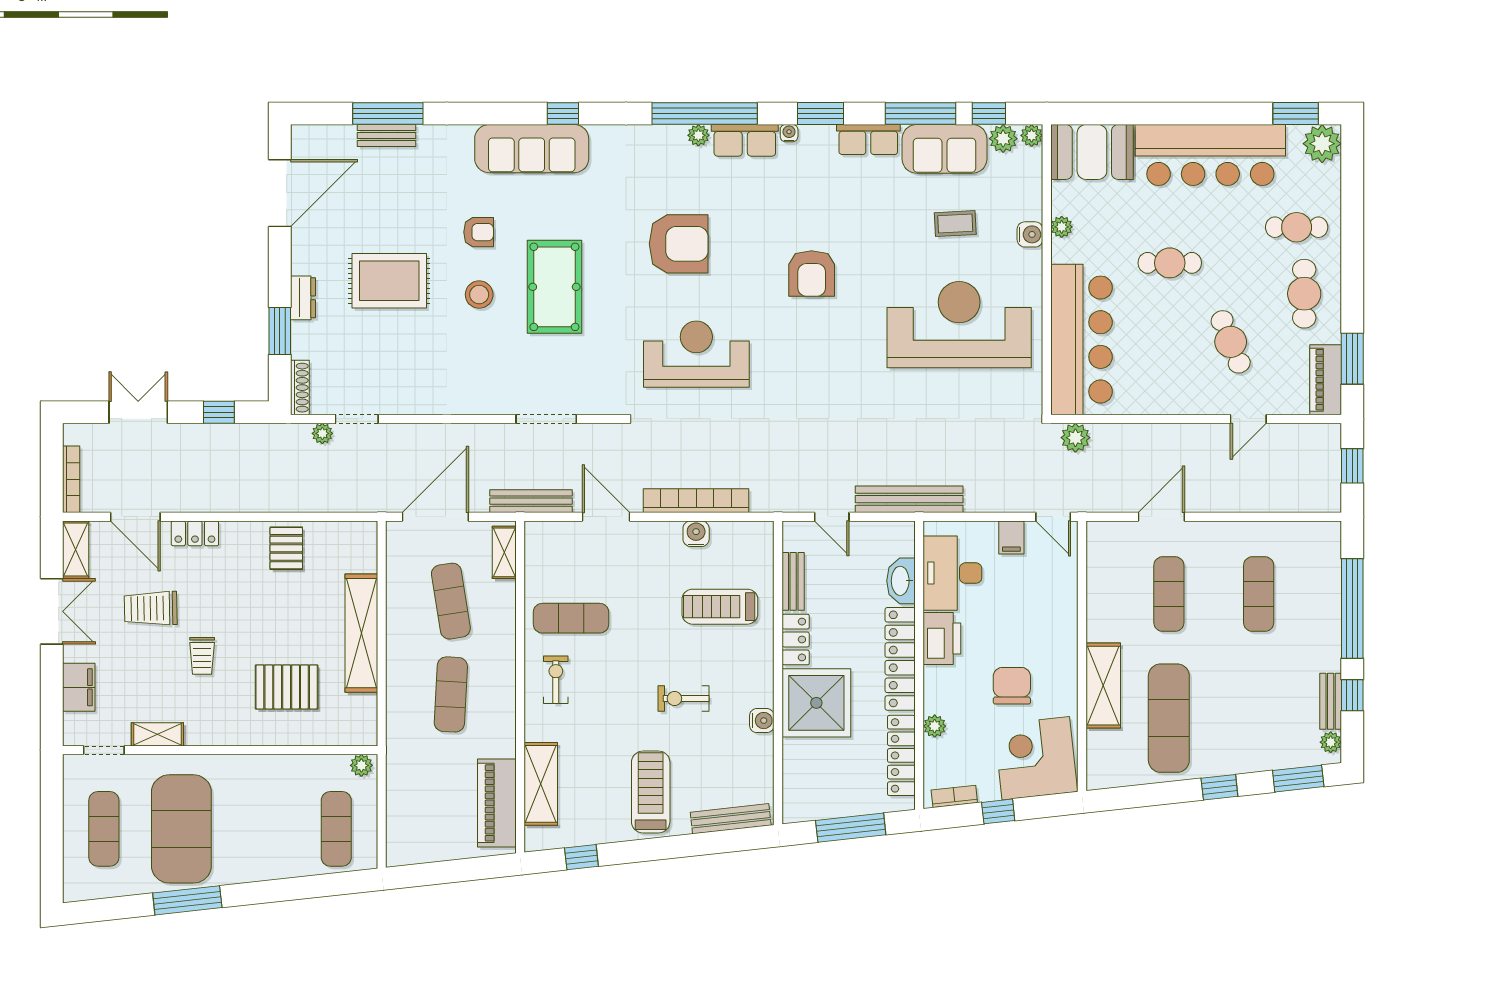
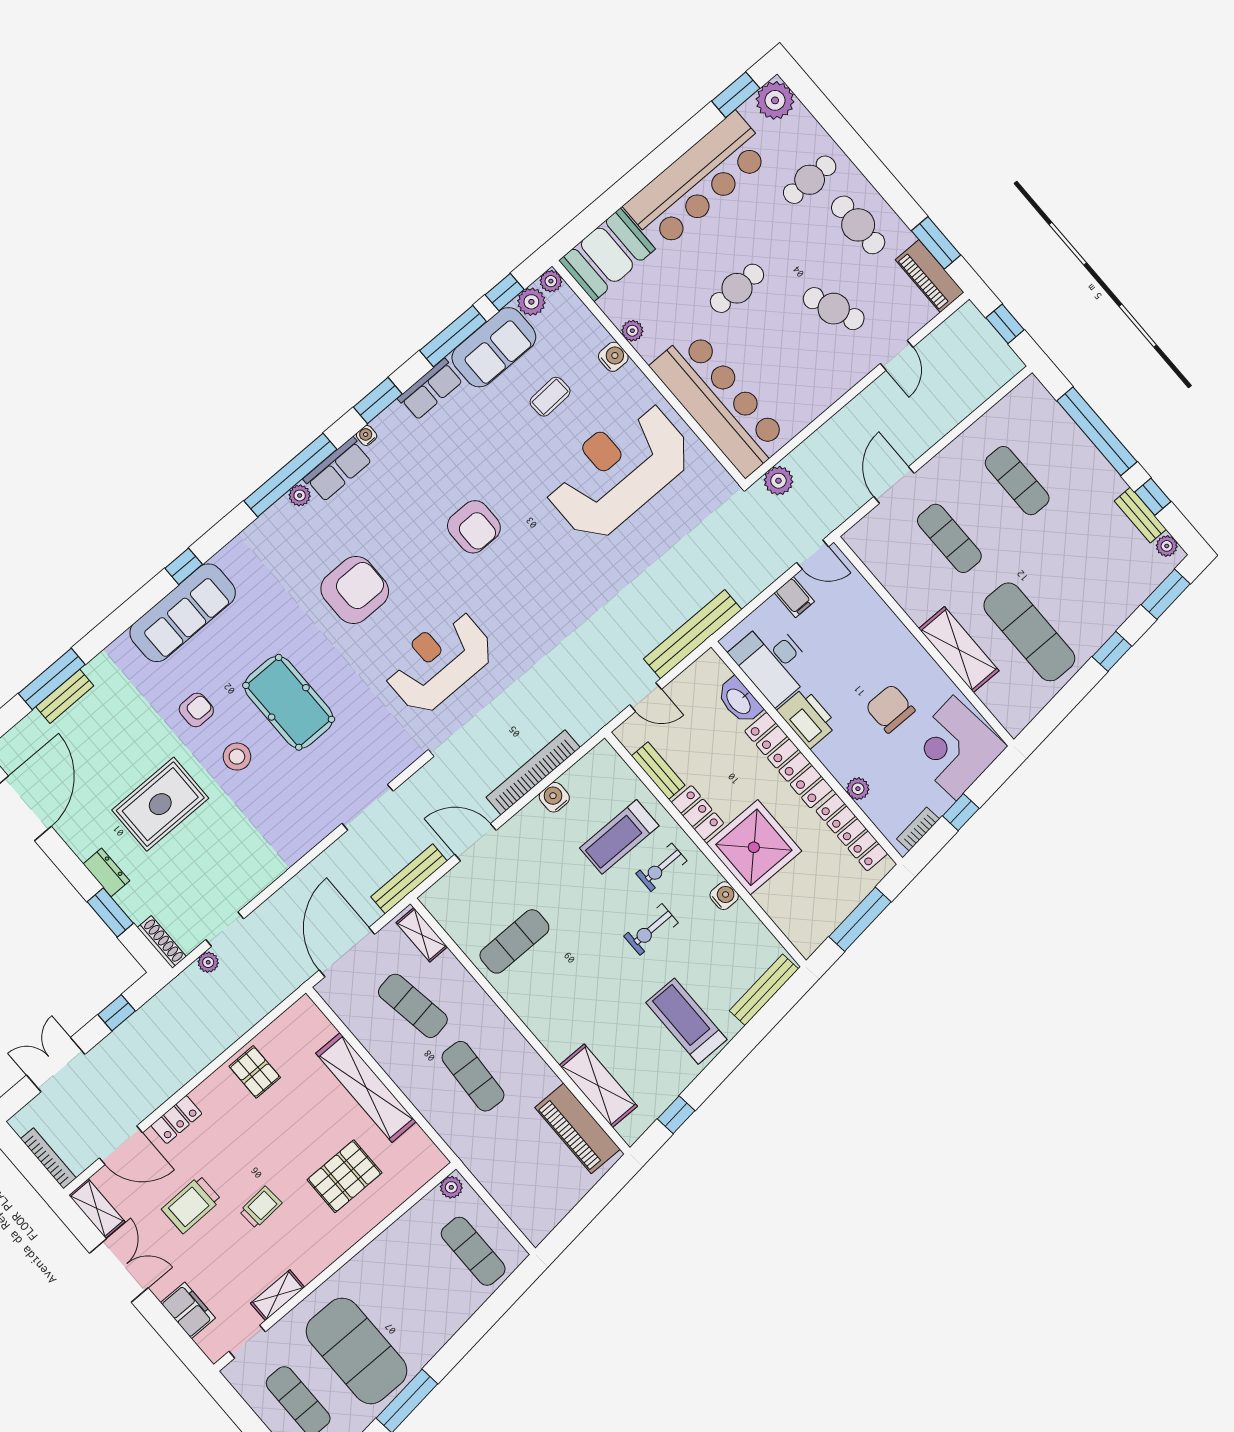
trolley: (202, 656) -> (261, 1207), turned -94
exercise bike: (556, 680) -> (661, 867), moved, turned -90

